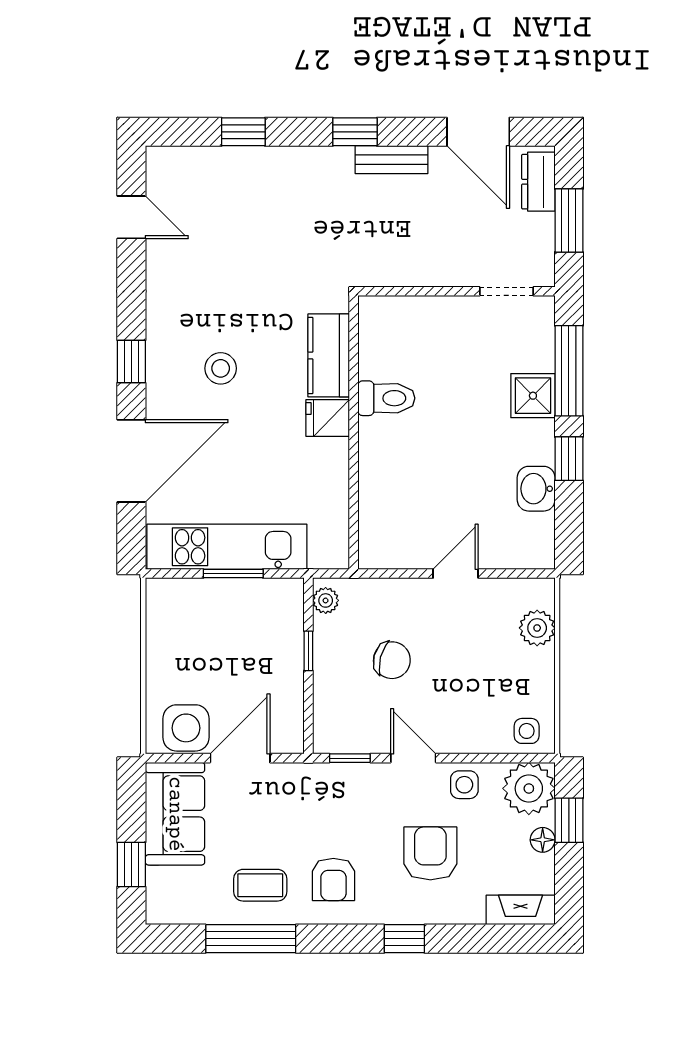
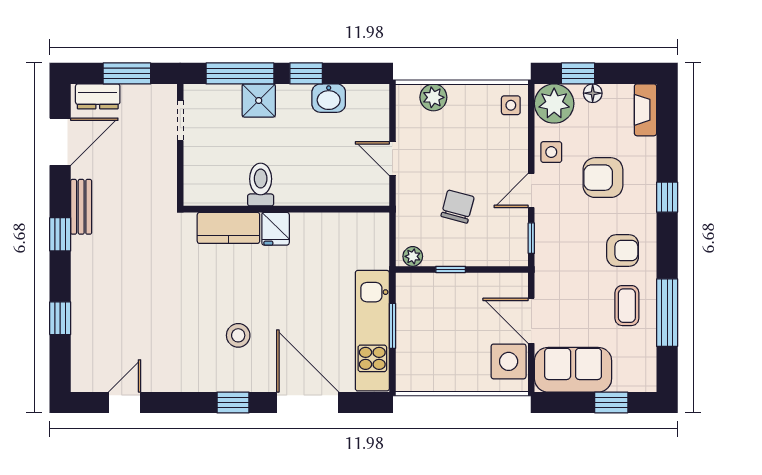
kitchen counter: (329, 355) -> (228, 228), moved
toilet: (386, 398) -> (261, 185), moved
fridge: (328, 418) -> (276, 229), moved
wall: (354, 432) -> (286, 209), moved

